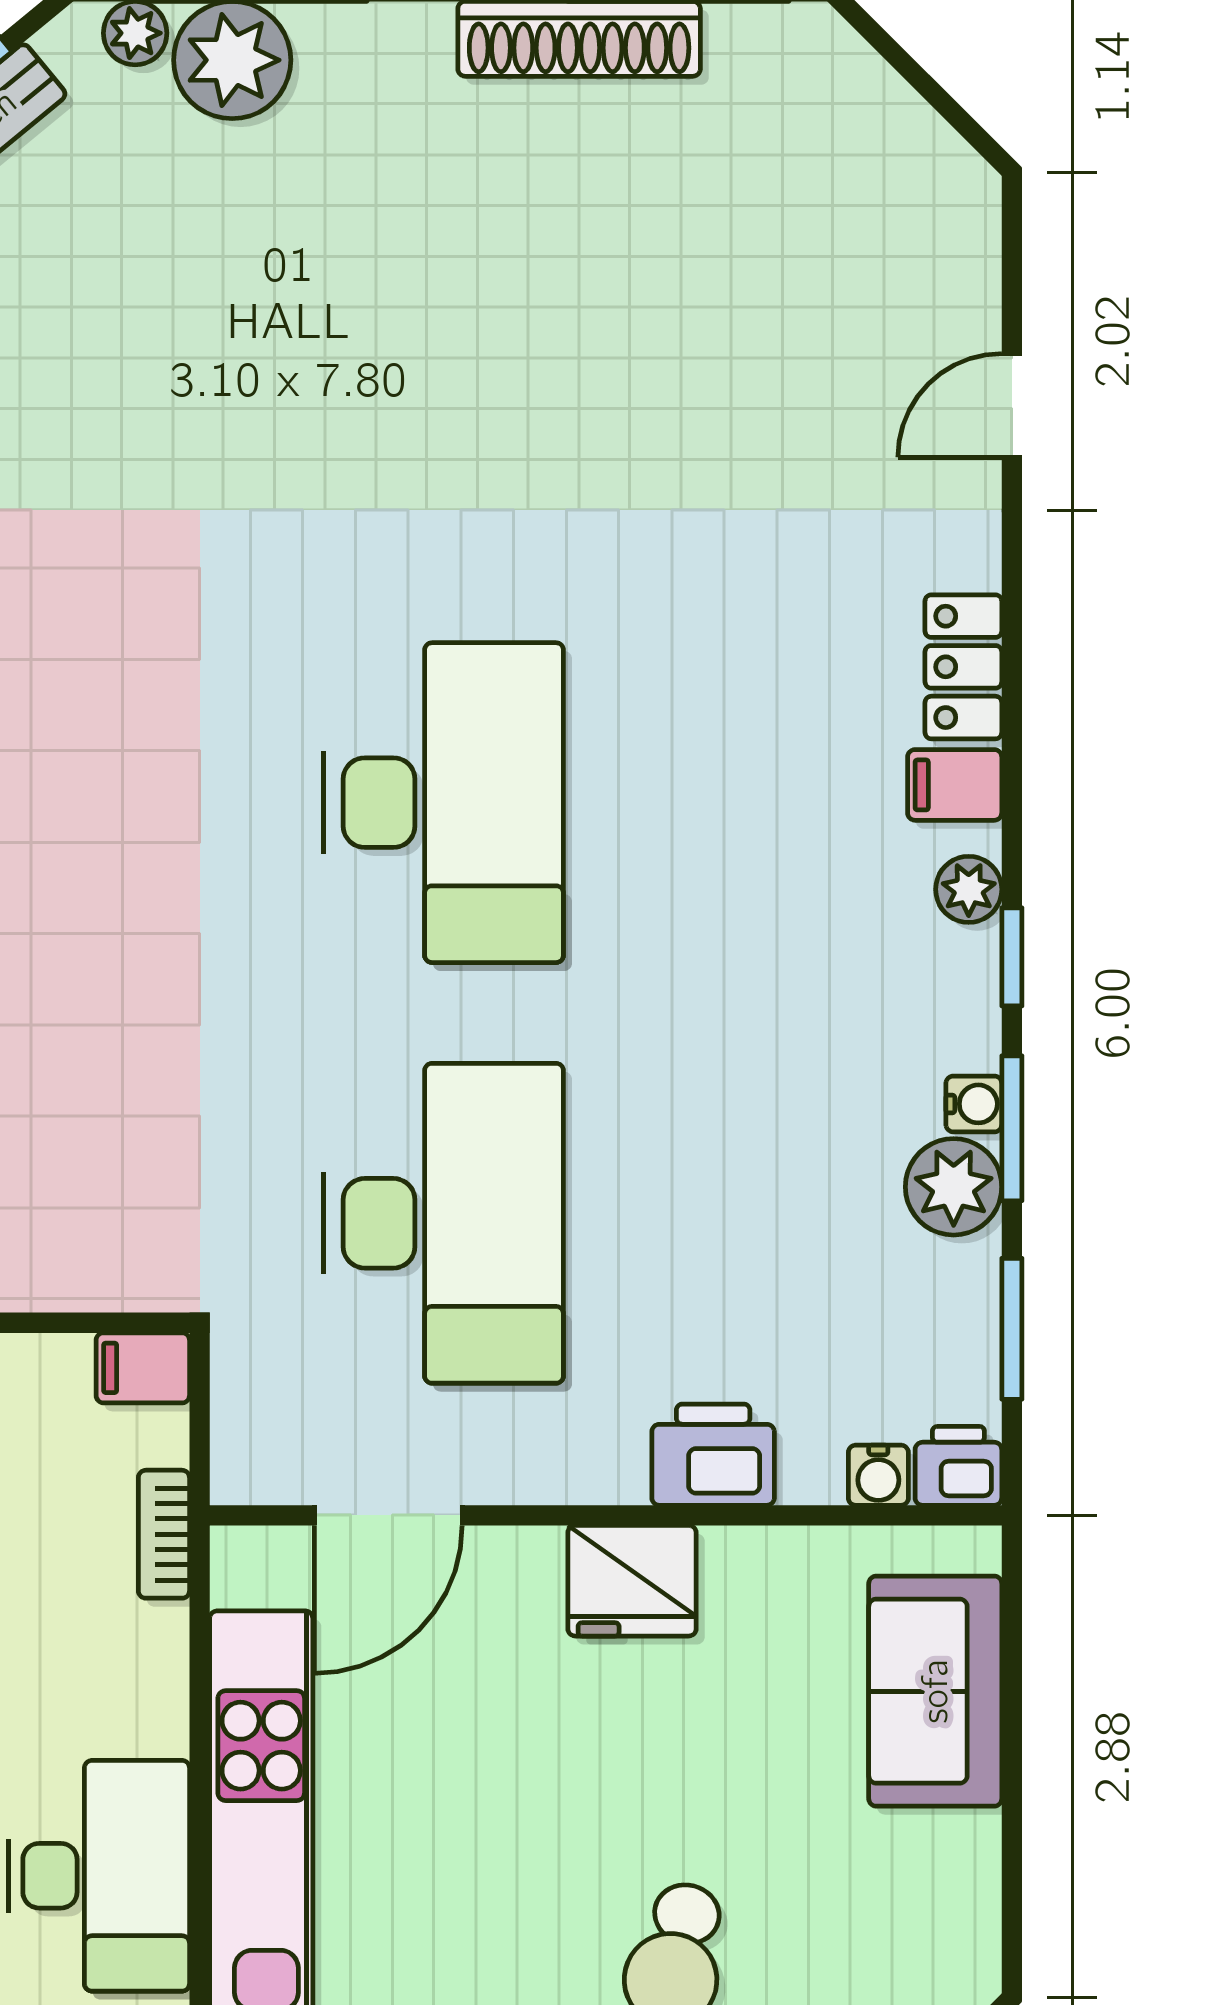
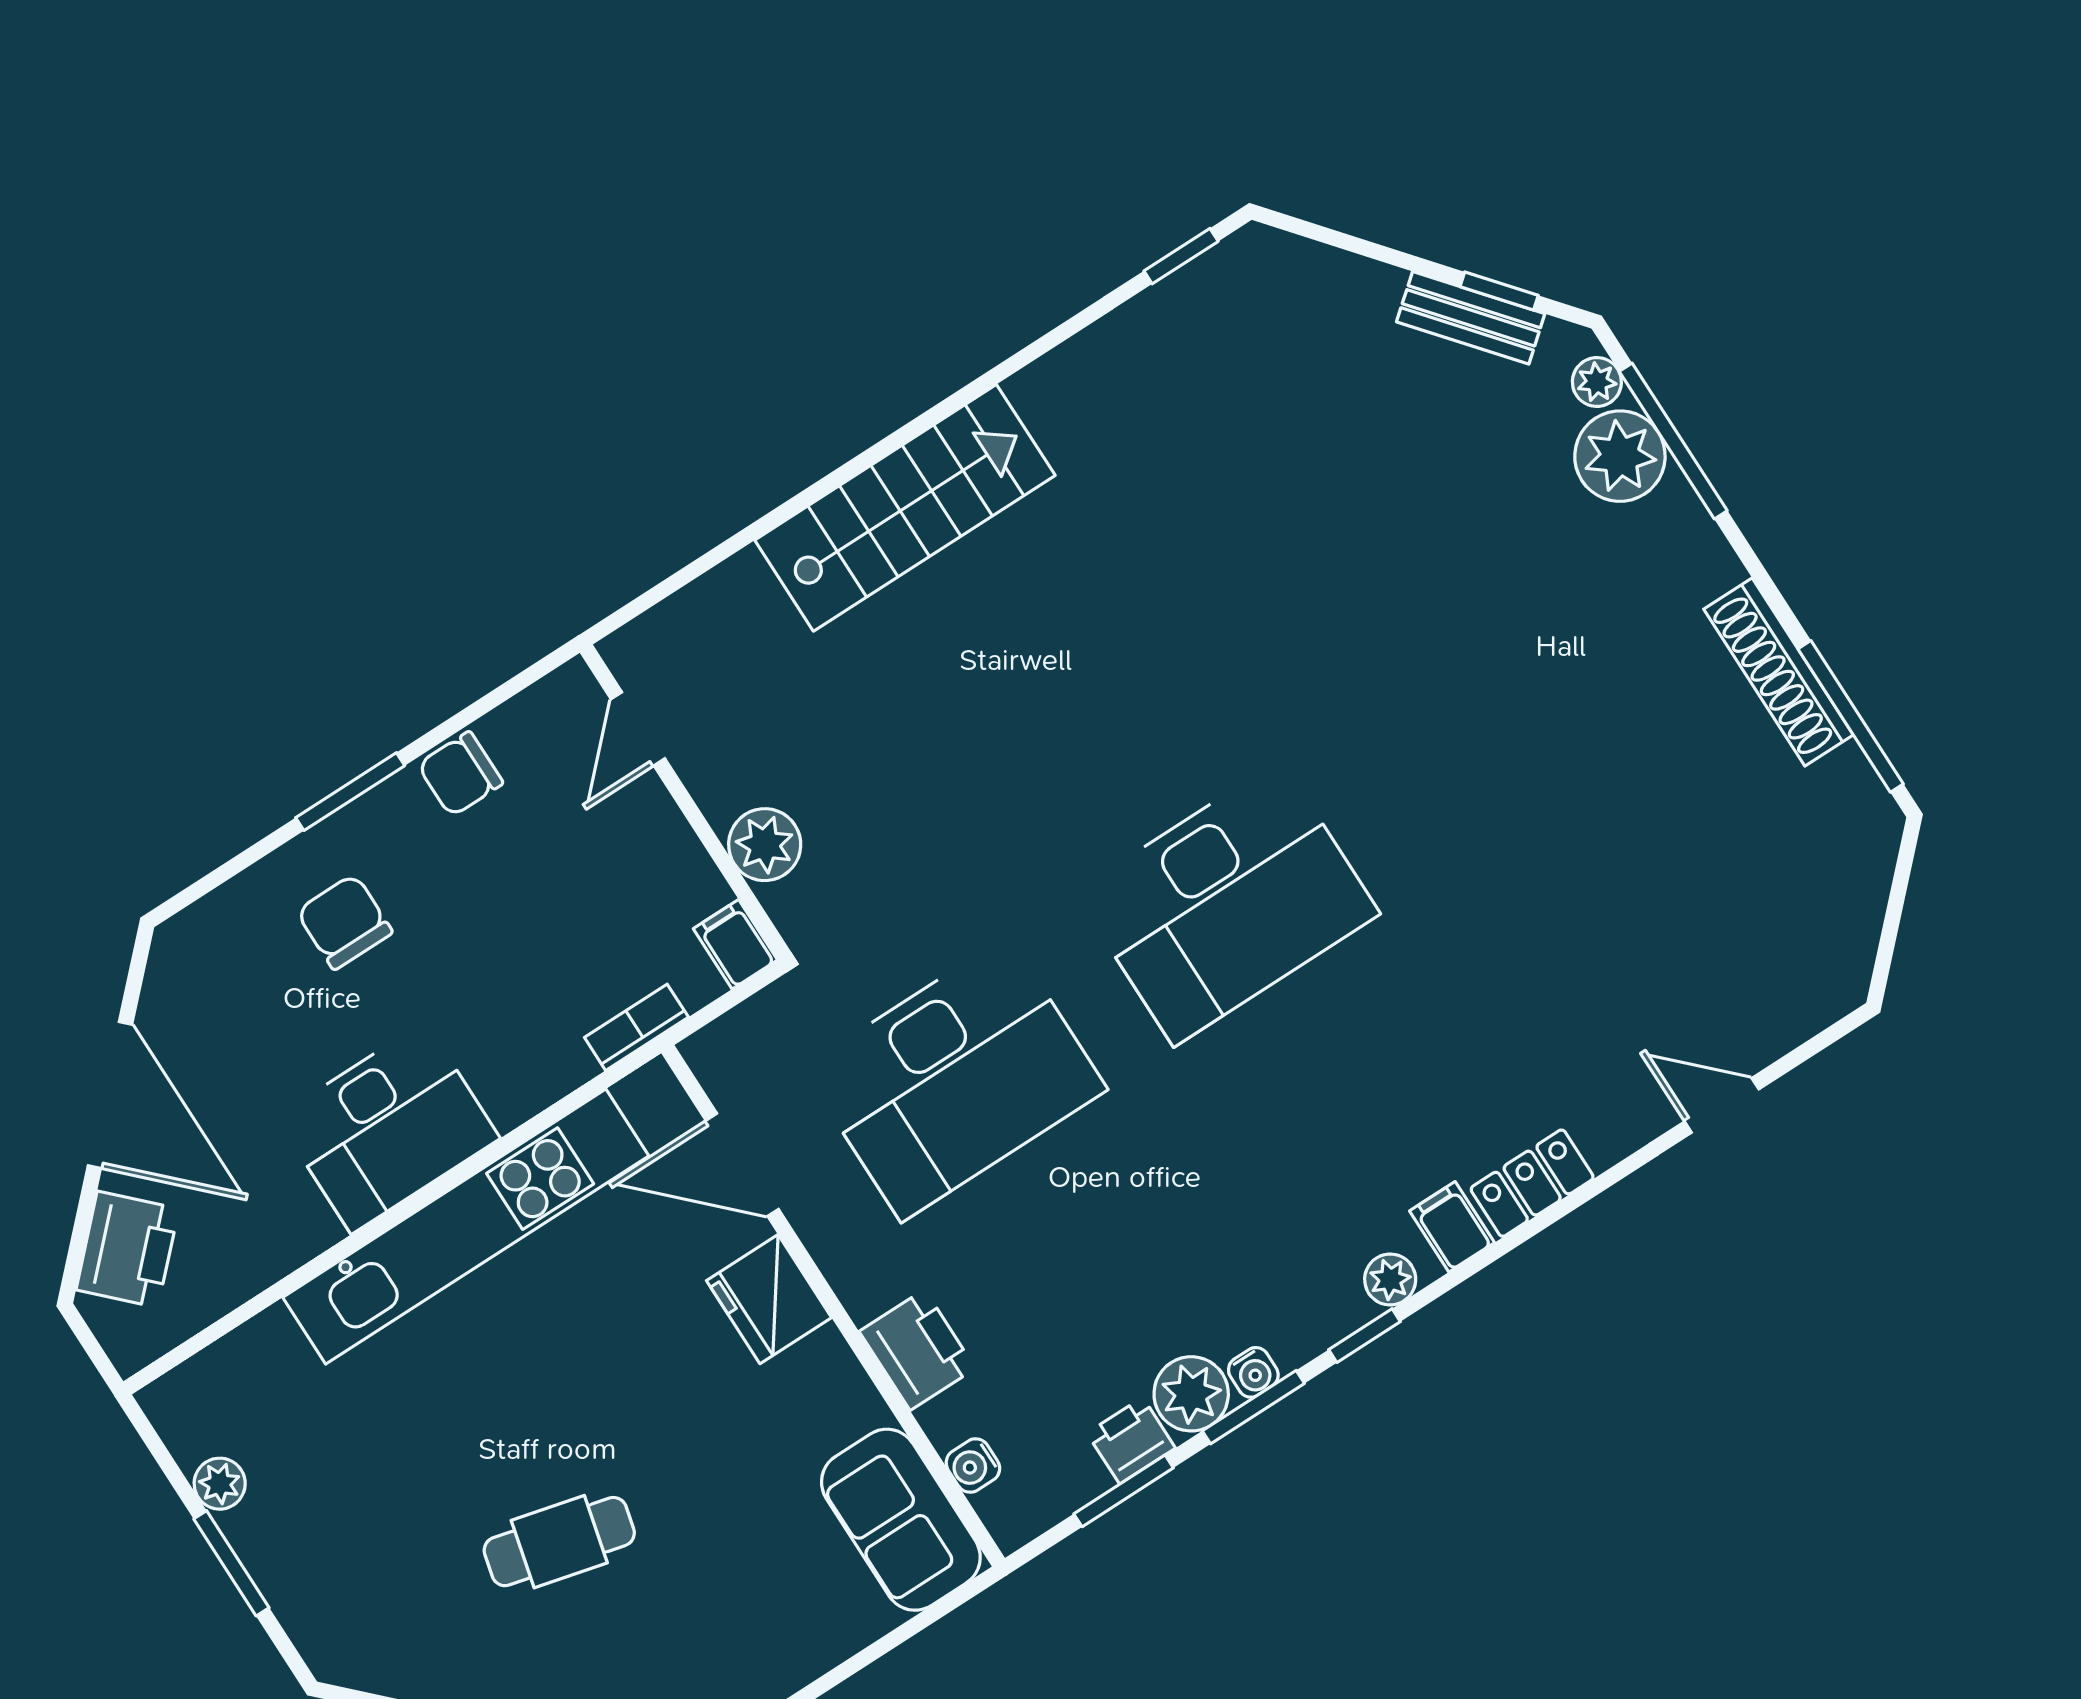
plant: (55, 1266) -> (765, 845), added
printer: (958, 1466) -> (1131, 1441), moved, turned -90
fridge: (632, 1581) -> (769, 1299), moved
sofa: (935, 1691) -> (901, 1520), moved, turned -90

